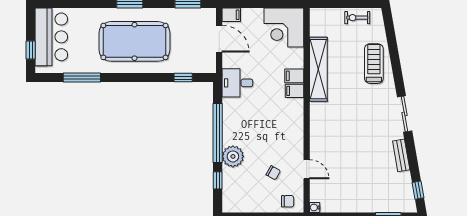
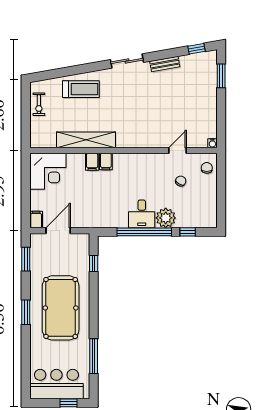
treadmill: (374, 64) -> (81, 89), turned 180
desk: (237, 83) -> (142, 214), moved

